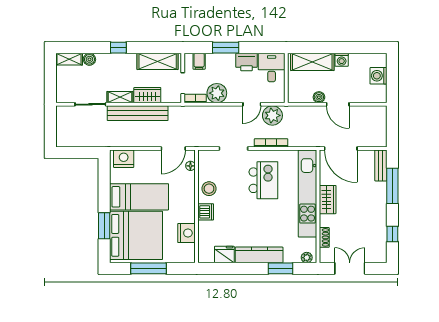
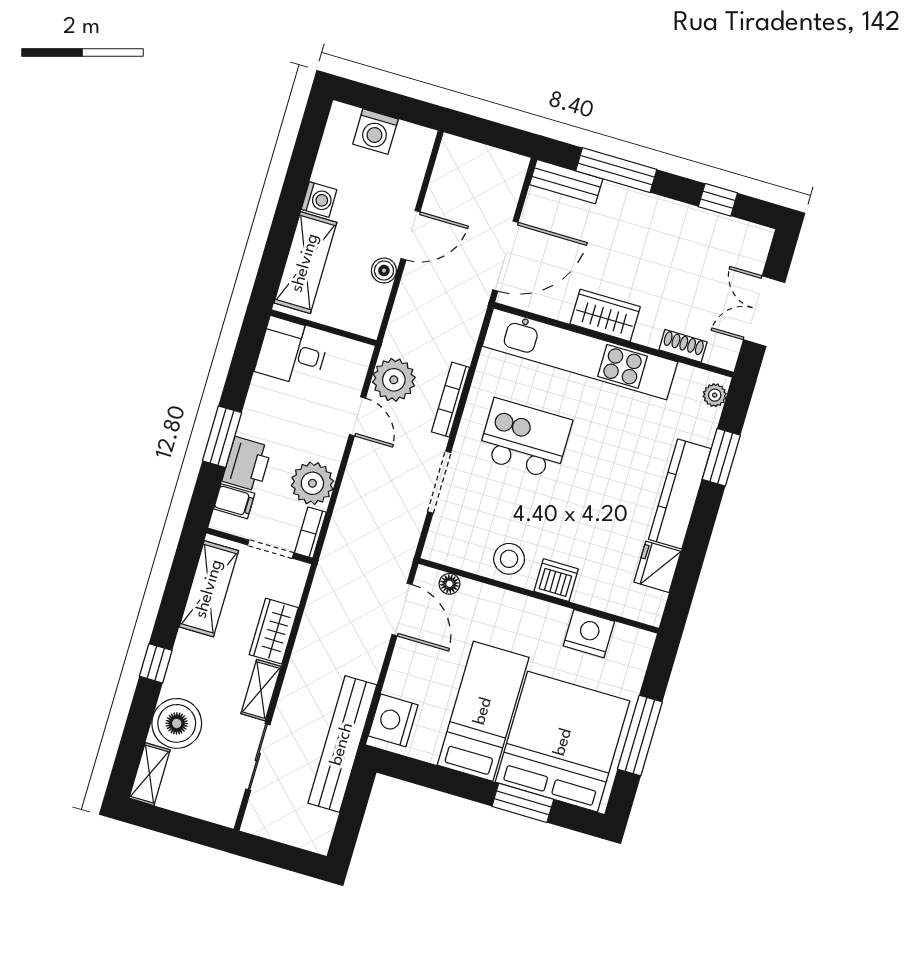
boiler: (89, 59) -> (177, 723), width x1.86, depth x1.86
printer: (246, 62) -> (247, 464), moved
bench: (138, 113) -> (342, 744), moved

